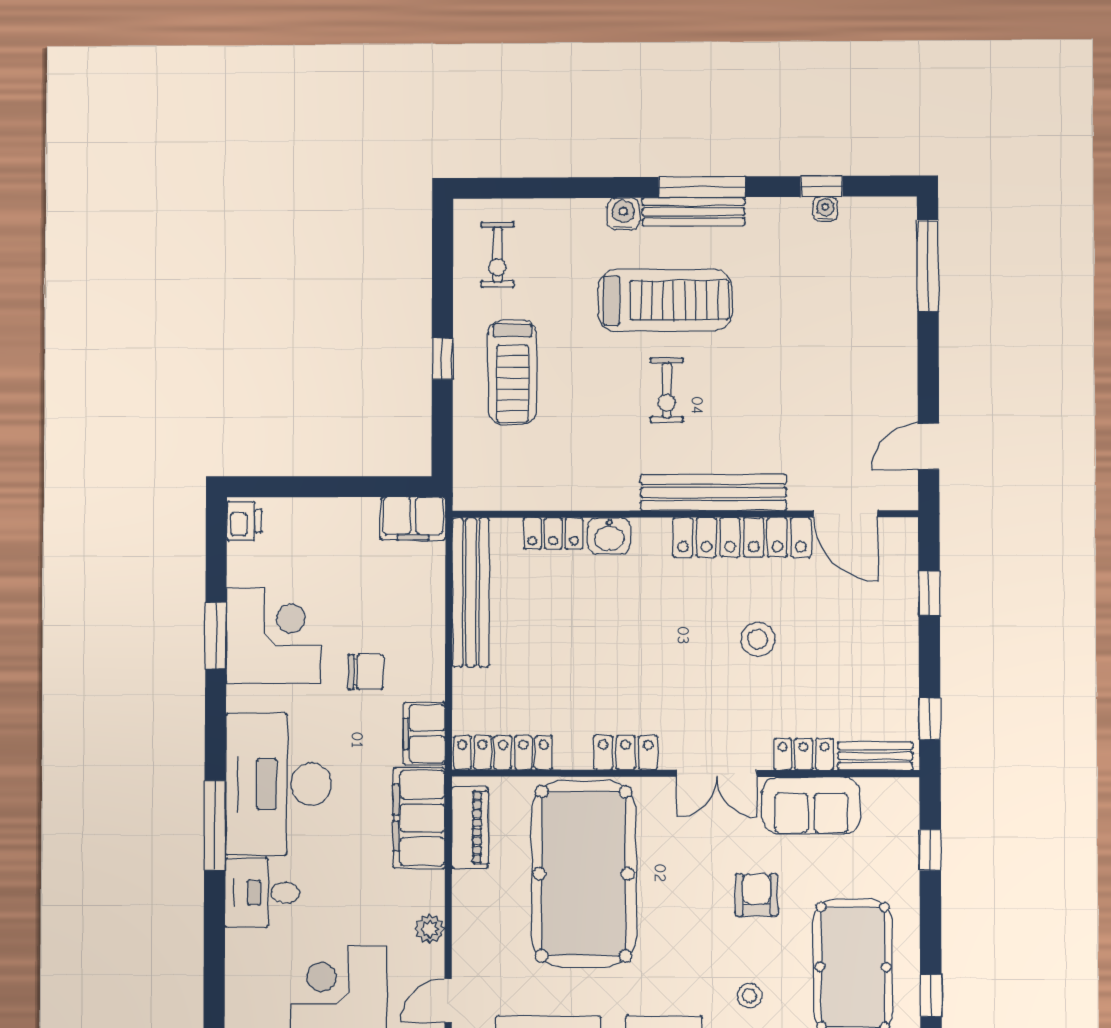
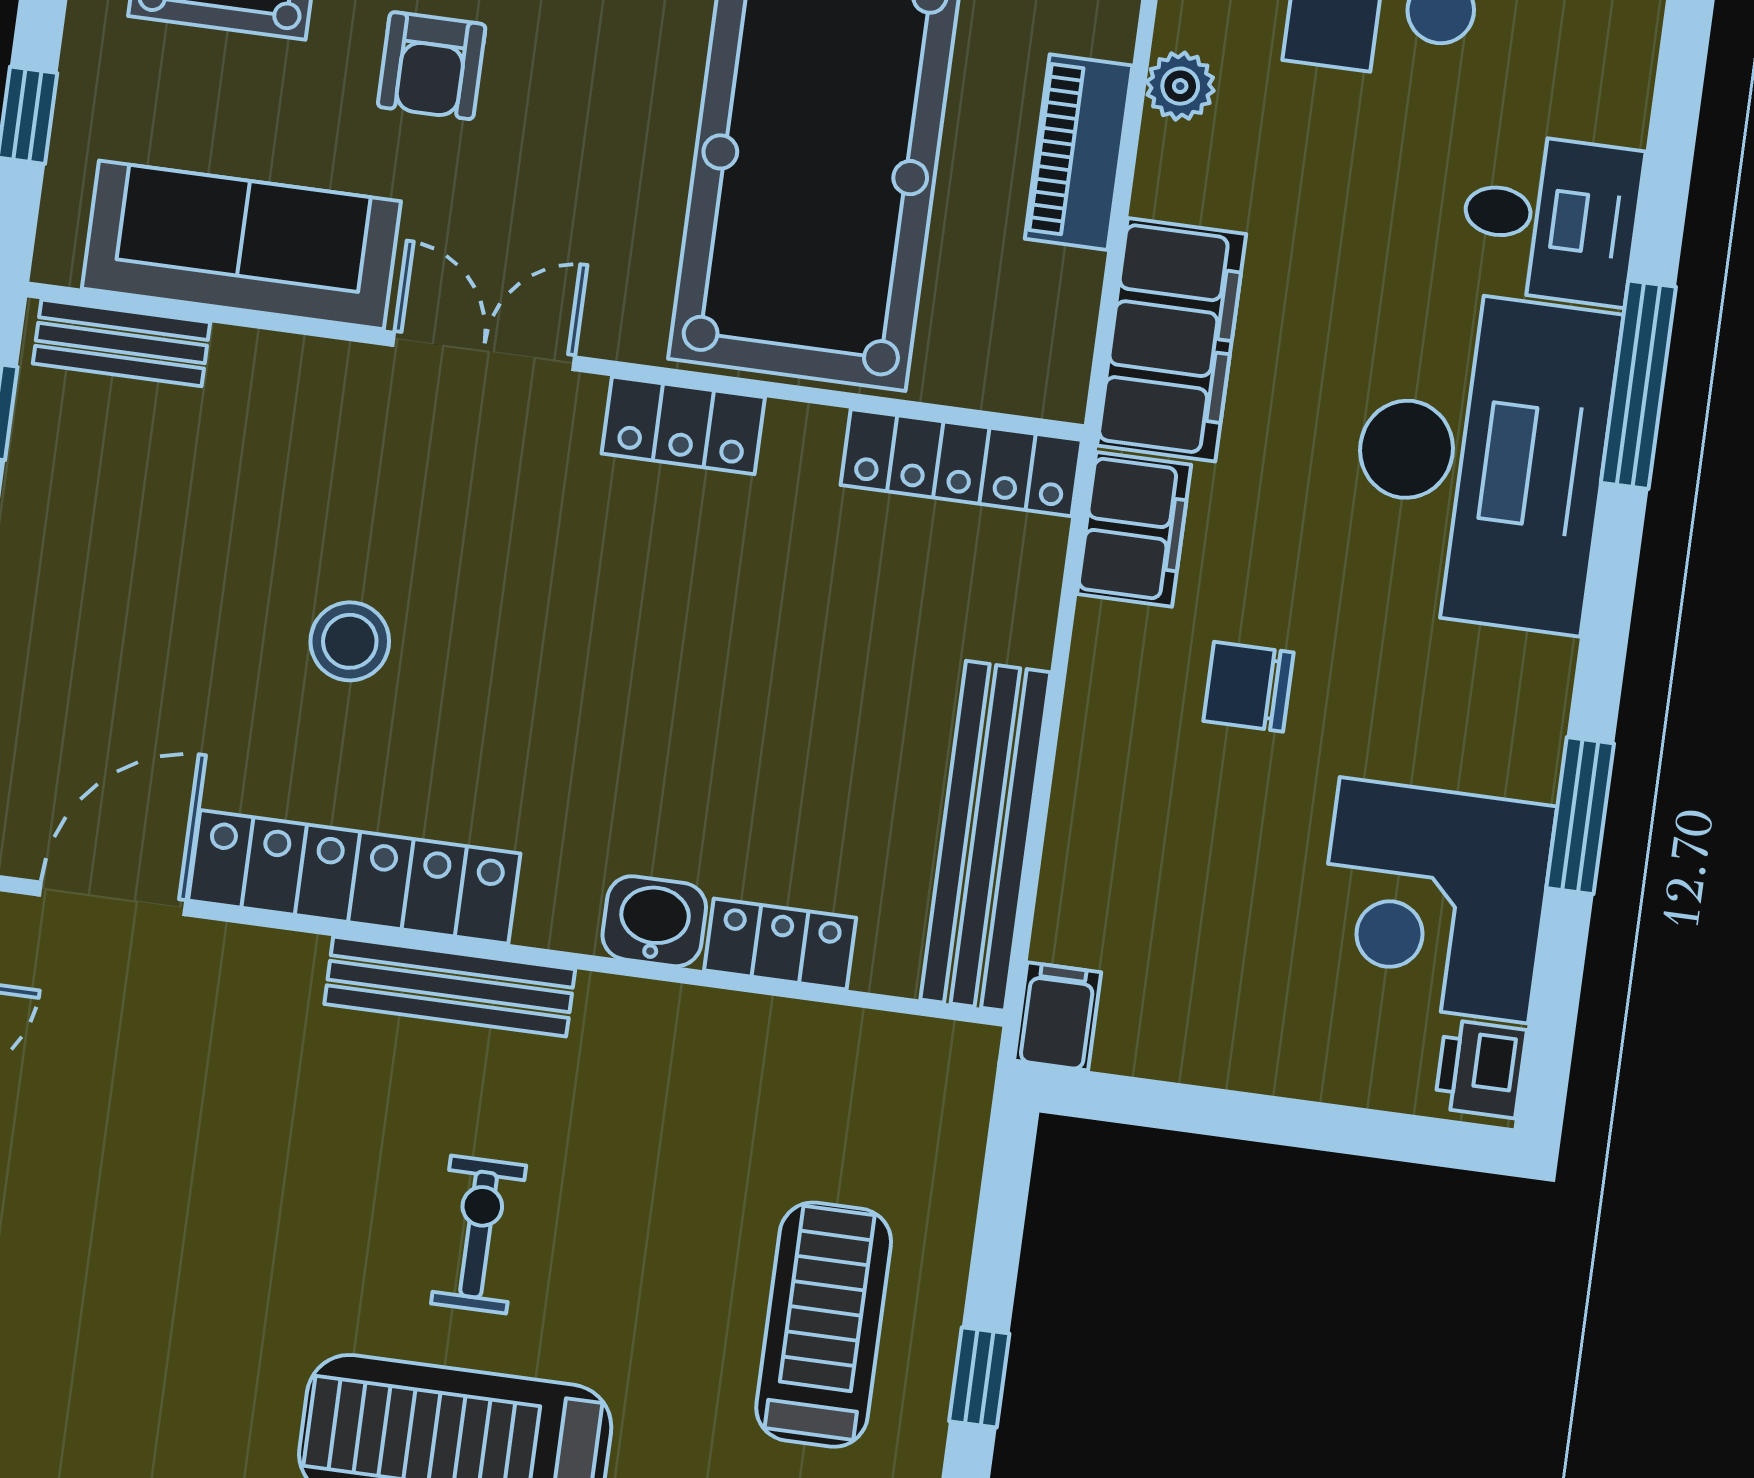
bench: (713, 492) -> (450, 987), width x0.73, depth x0.82
door: (846, 514) -> (113, 898), hinge flipped
filing cabinet: (413, 519) -> (1058, 1016), width x0.50
corner desk: (274, 636) -> (1434, 900), moved
locker: (804, 754) -> (282, 368), removed
sofa: (811, 806) -> (241, 245), width x1.36
piano: (470, 827) -> (1079, 152), moved

